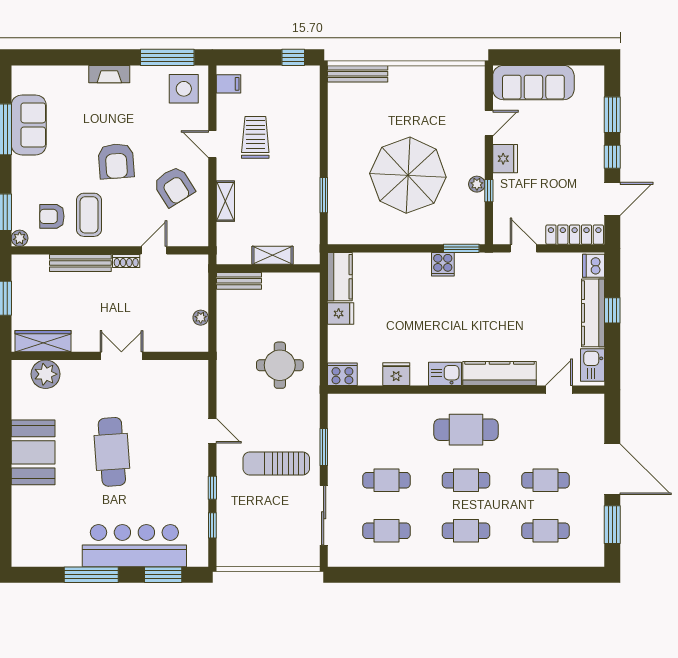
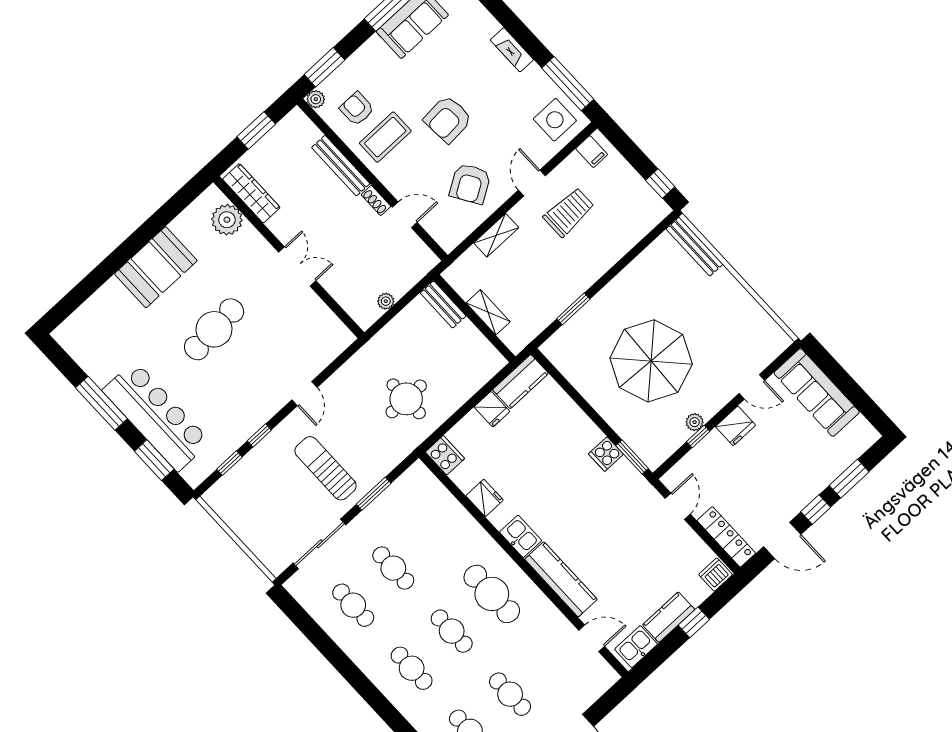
kitchen counter: (593, 313) -> (669, 617), width x0.67

